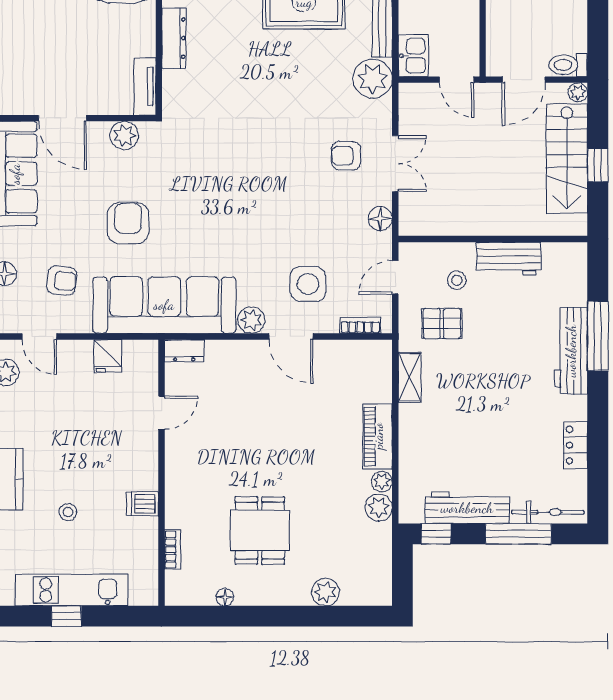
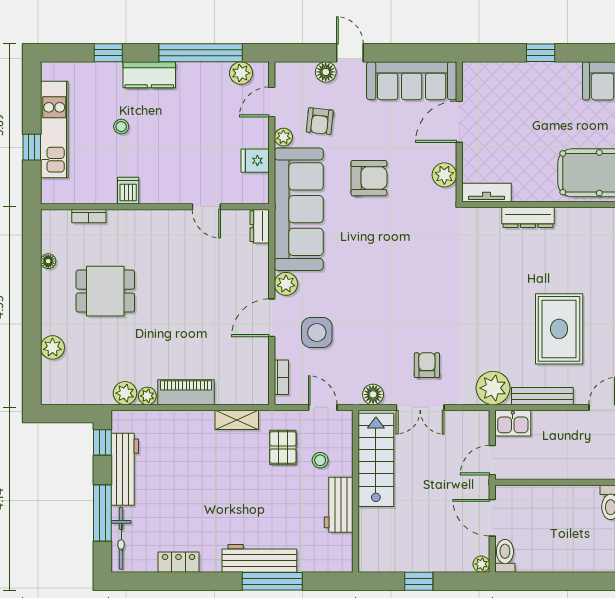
stairs: (567, 159) -> (376, 460), moved, turned 90
plant: (80, 323) -> (283, 137), added
window: (66, 616) -> (32, 147), moved

